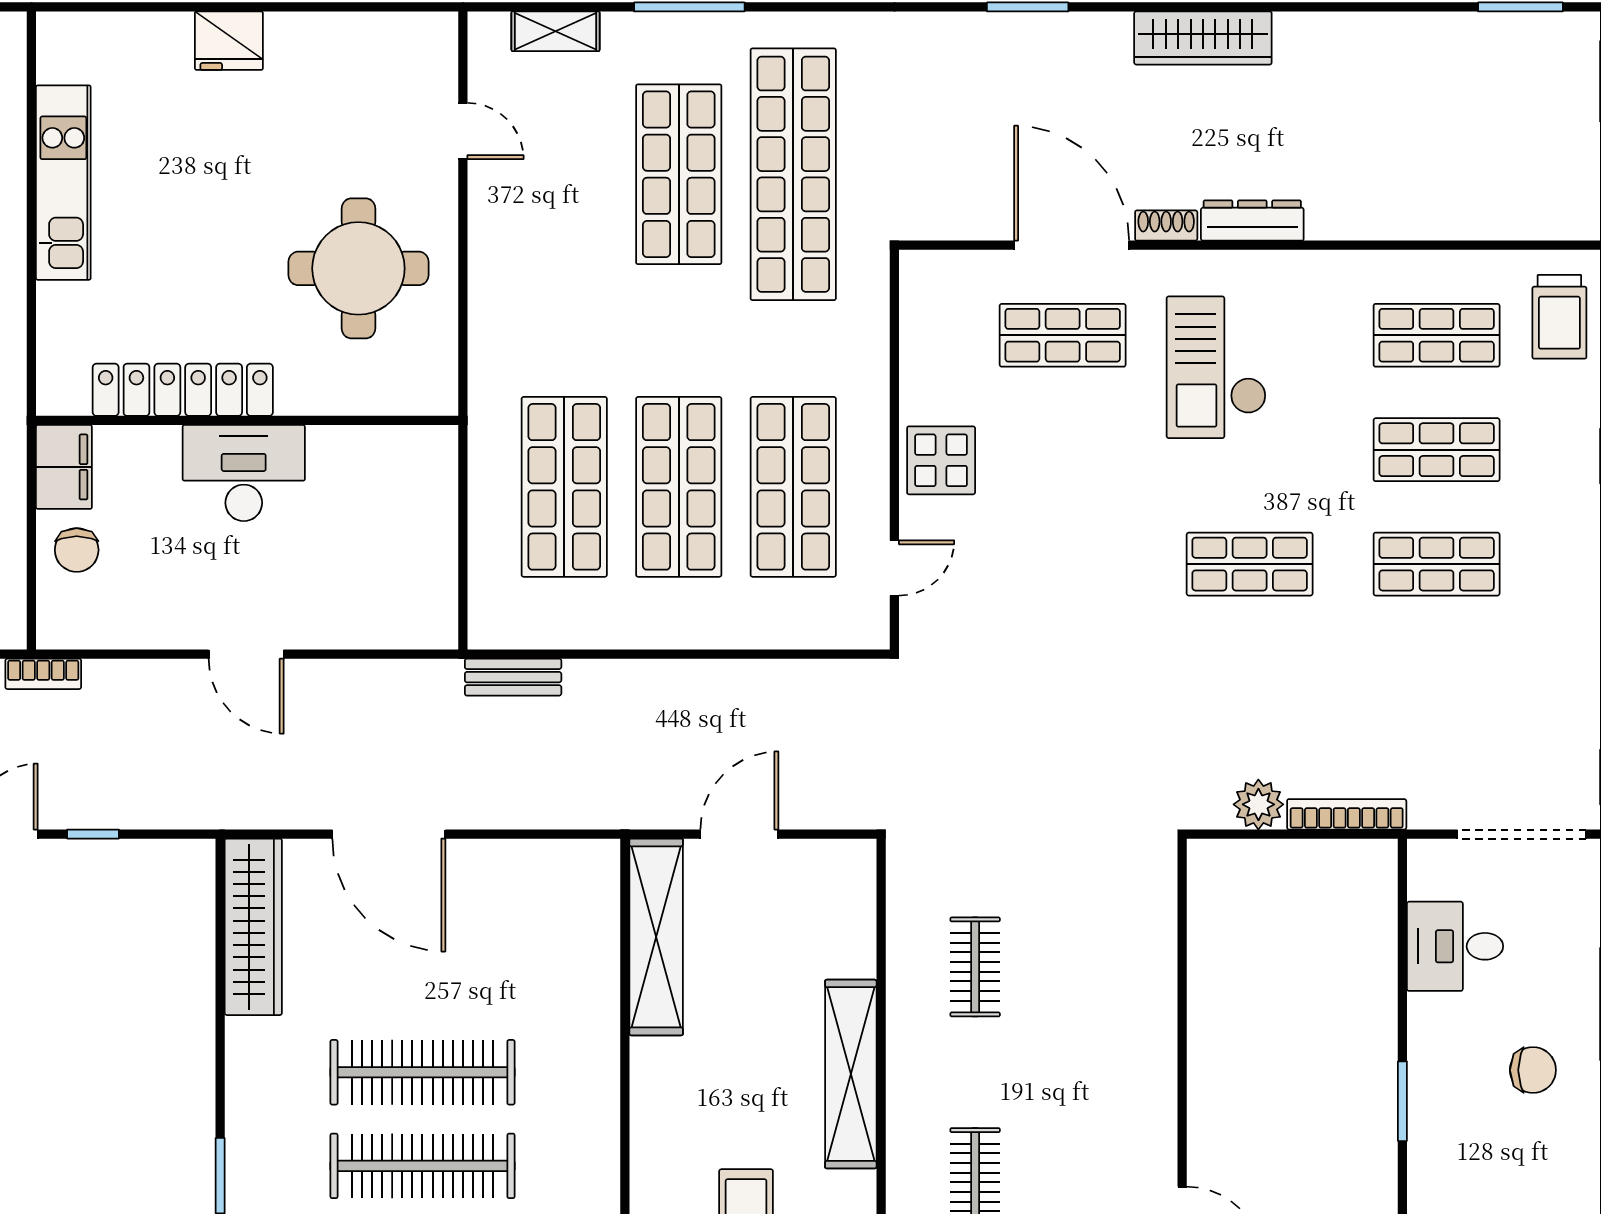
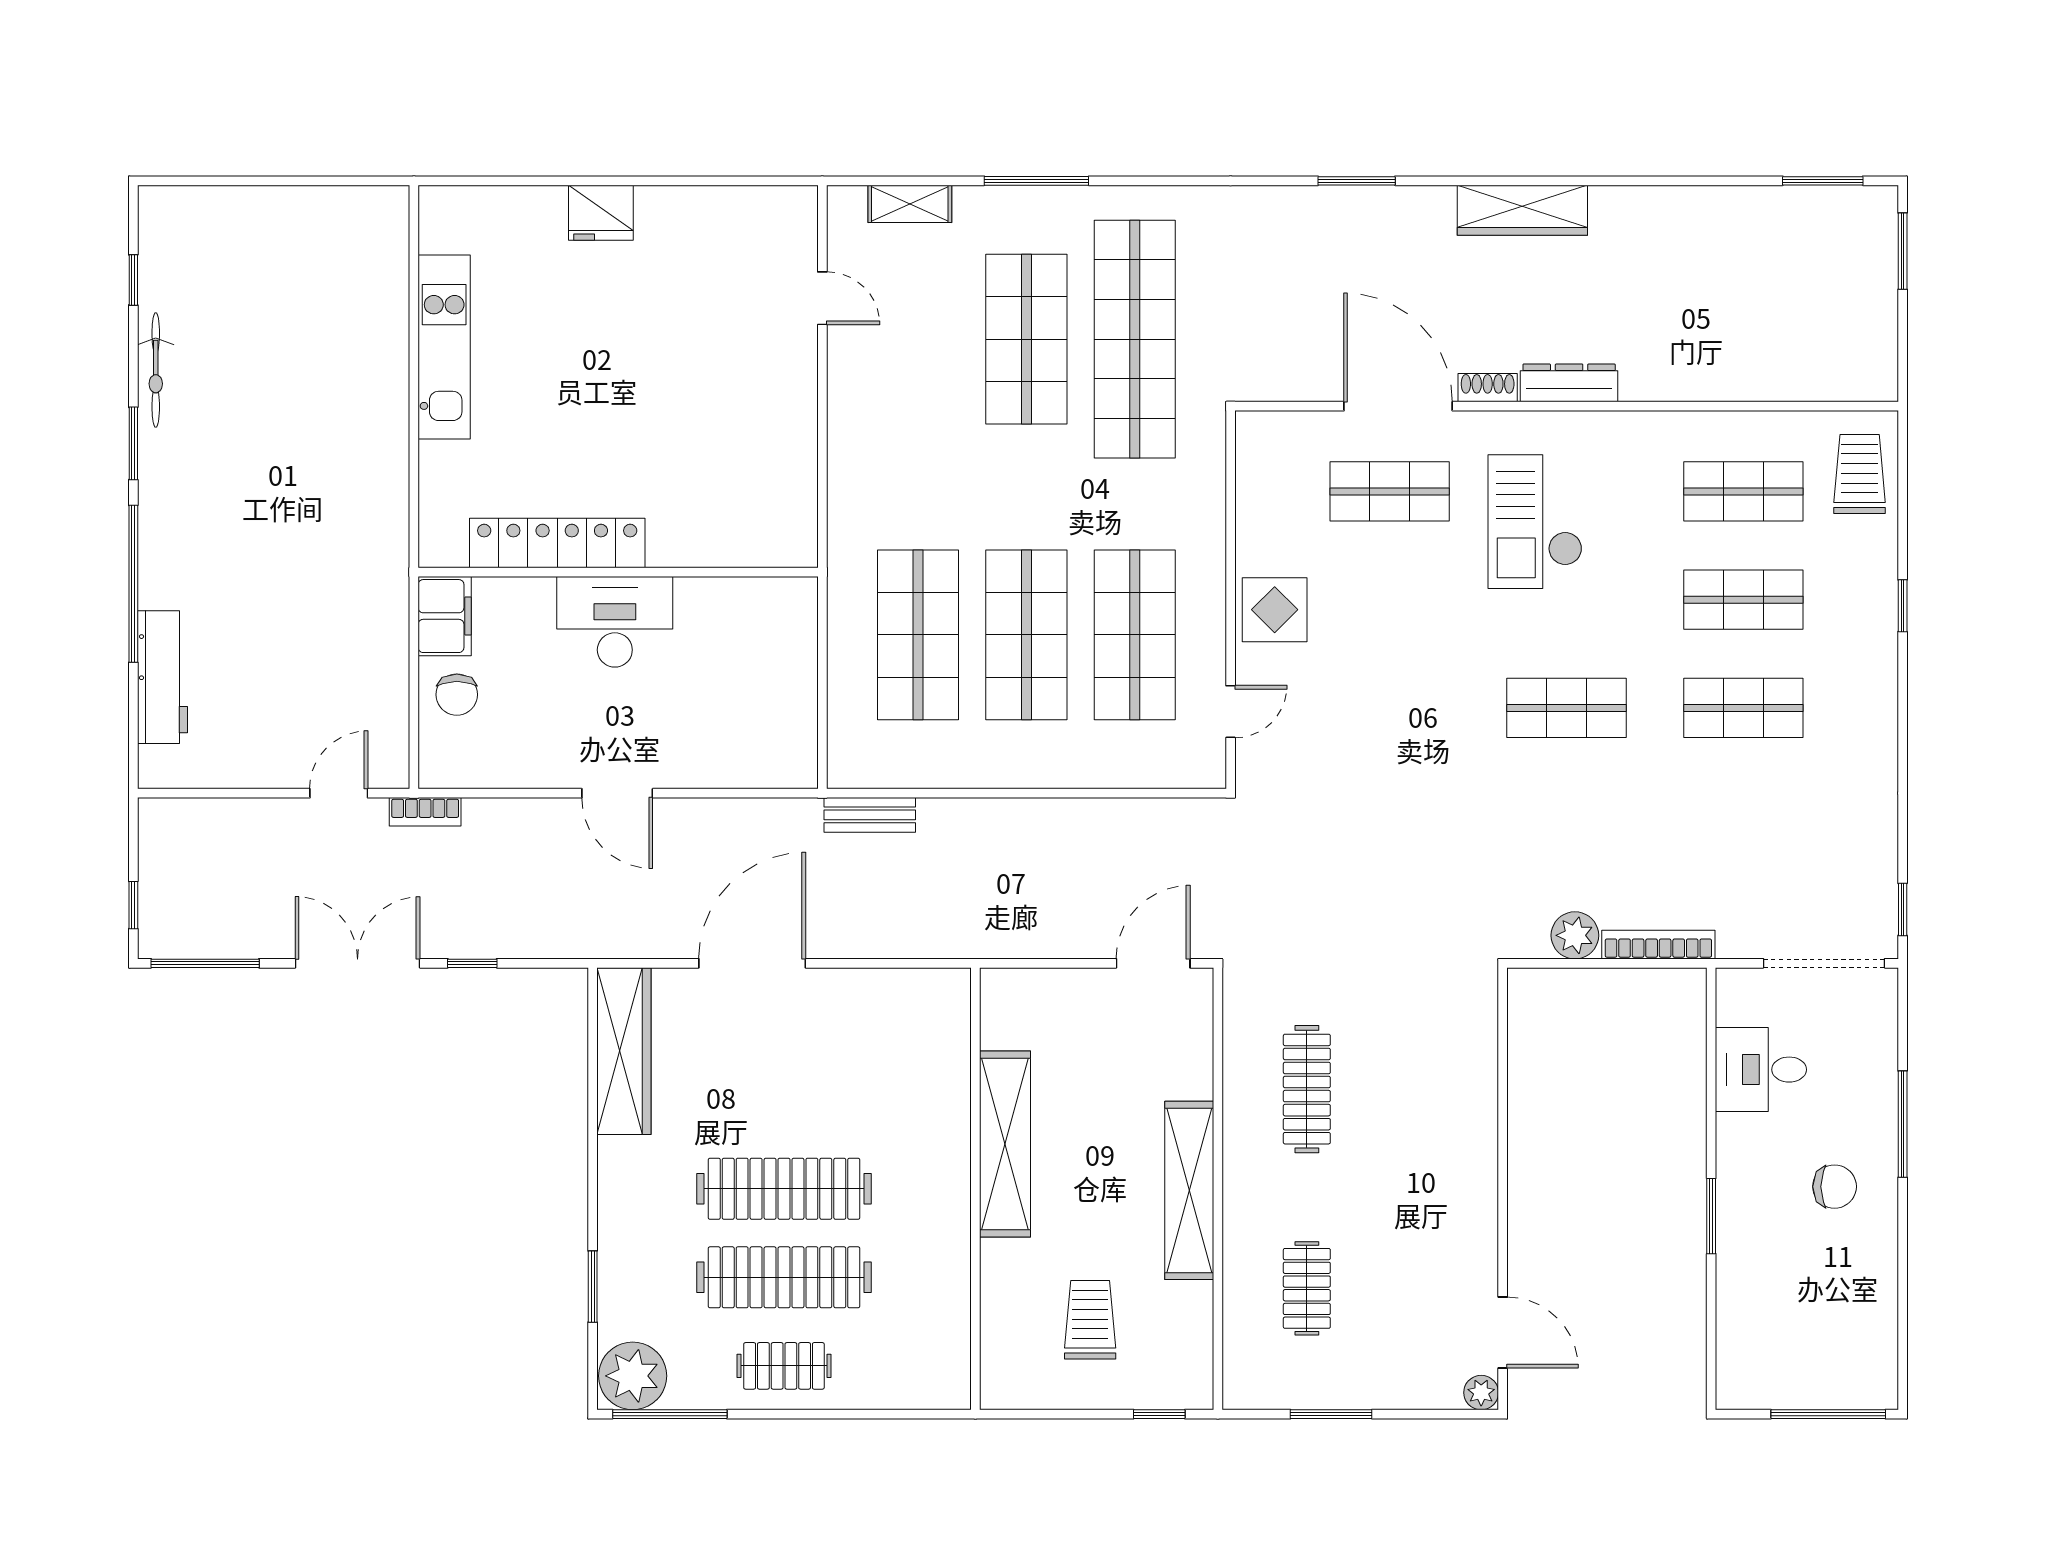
round table: (358, 268) -> (723, 428), removed
trolley: (1559, 317) -> (1860, 474), turned 180
door: (389, 834) -> (752, 963), swing flipped
door: (739, 834) -> (1153, 963), moved
shelving: (656, 937) -> (1005, 1144), moved
clothes rail: (975, 967) -> (1307, 1089), width x1.36

